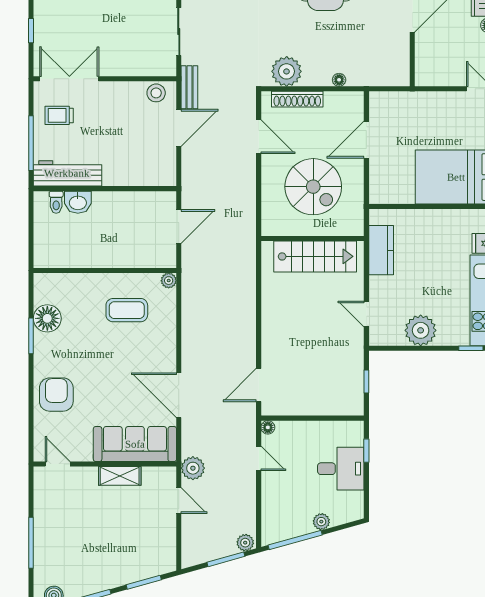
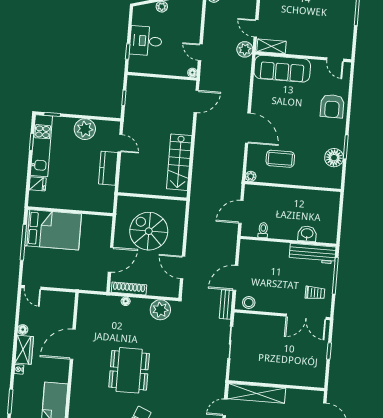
shoe rack: (297, 99) -> (129, 288), moved
toilet: (56, 202) -> (263, 230), moved
kitchen counter: (381, 250) -> (108, 168), moved
stairs: (315, 256) -> (179, 162), moved, turned -90
door: (179, 395) -> (248, 128), moved
shelving: (120, 476) -> (271, 46), moved

